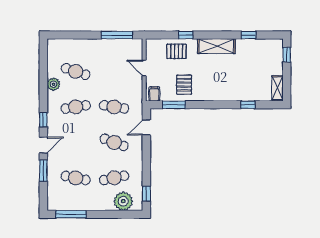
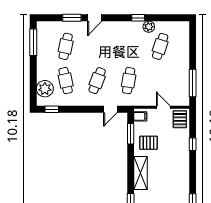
shelving: (216, 46) -> (141, 173), moved
pallet: (177, 51) -> (180, 119), moved
door: (144, 68) -> (163, 107), hinge flipped
cafe table: (76, 107) -> (129, 46), removed
window: (43, 120) -> (138, 18), moved
door: (146, 127) -> (110, 109), swing flipped
door: (43, 145) -> (95, 18), hinge flipped

